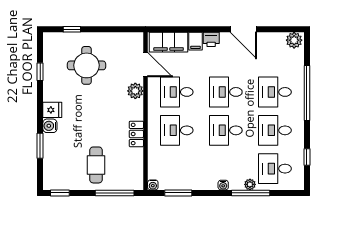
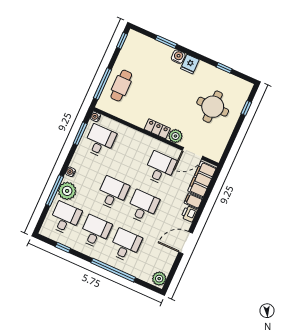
desk: (177, 130) -> (100, 141), moved
locker: (136, 134) -> (157, 129), moved
cafe table: (96, 165) -> (121, 86), moved, turned 90
plant: (250, 184) -> (67, 191), width x1.88, depth x1.88

